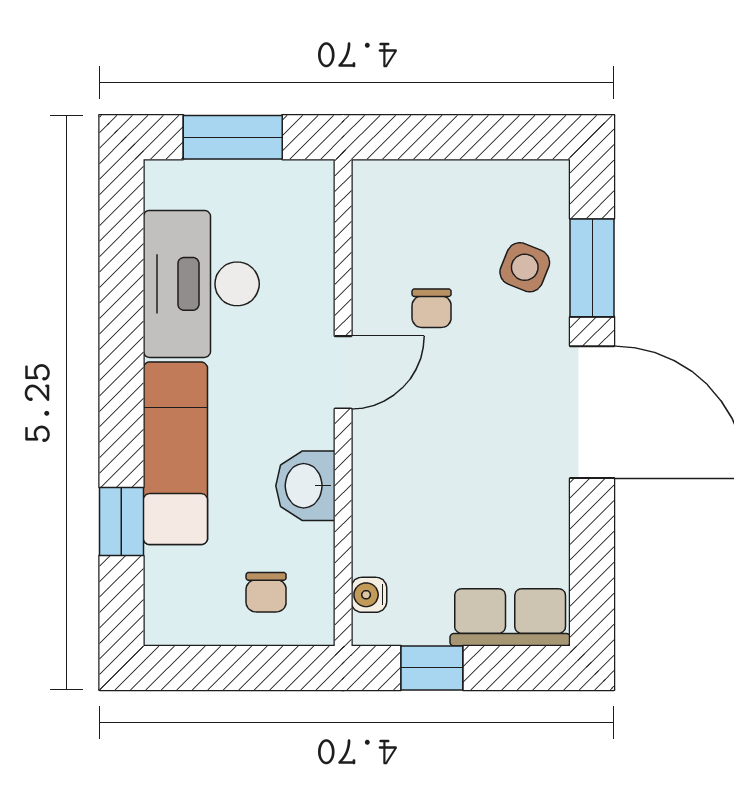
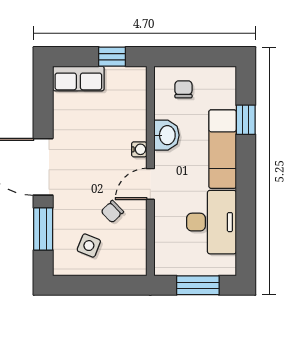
side table: (525, 267) -> (89, 246), moved
chair: (432, 308) -> (112, 212), turned -134
water cooler: (369, 595) -> (139, 149), moved

